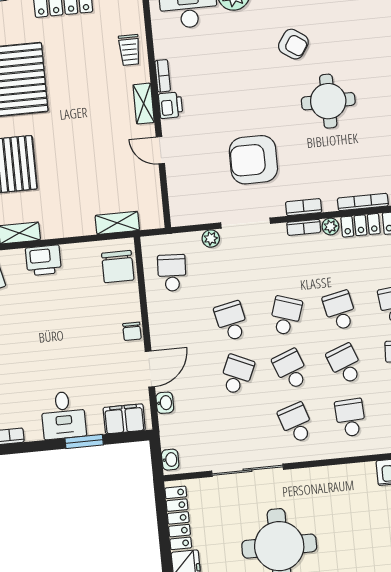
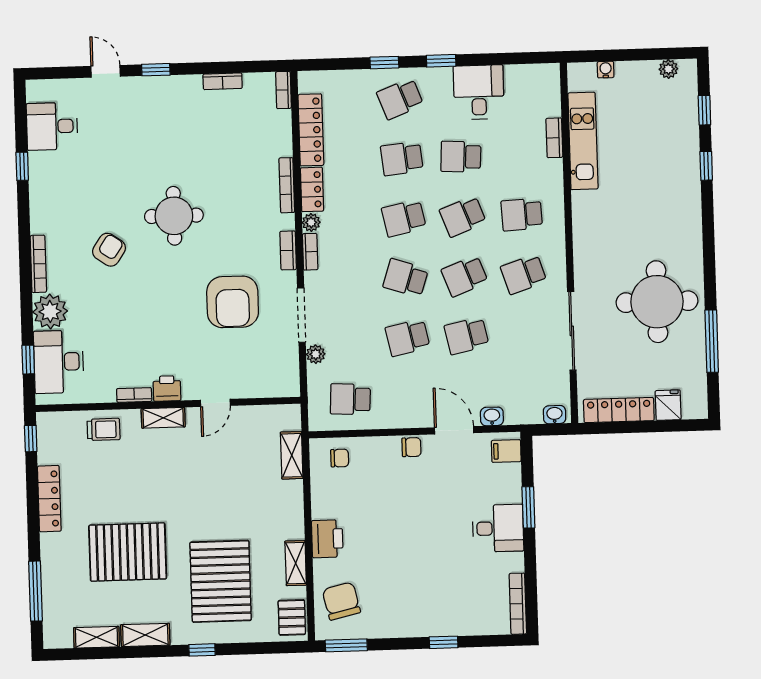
chair: (118, 267) -> (340, 458), width x0.54, depth x0.54
school desk: (237, 375) -> (466, 336), turned -36
filing cabinet: (124, 419) -> (506, 451), width x0.50

